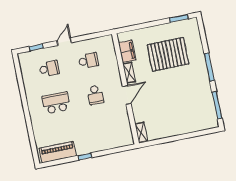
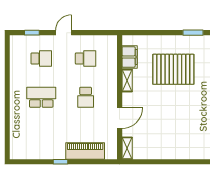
door: (127, 95) -> (120, 118), moved
piano: (58, 152) -> (85, 151), moved

